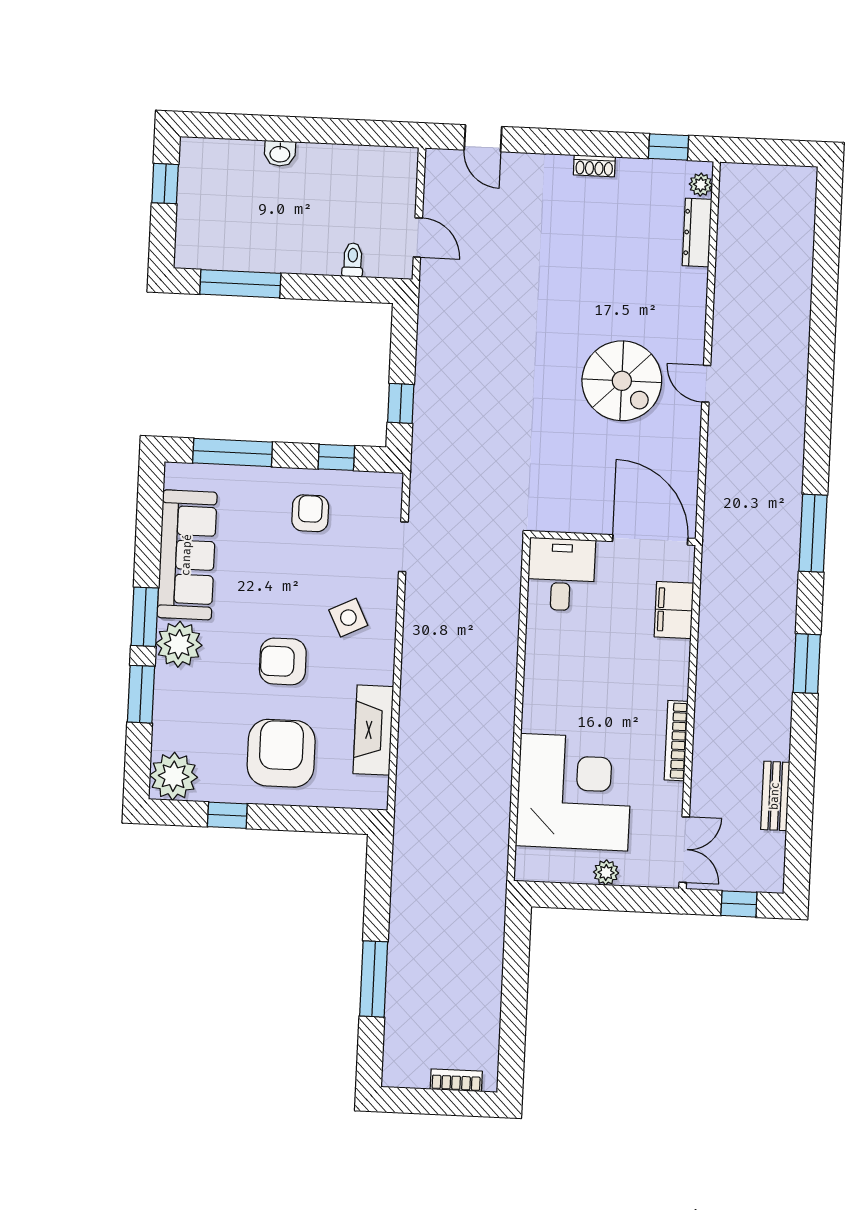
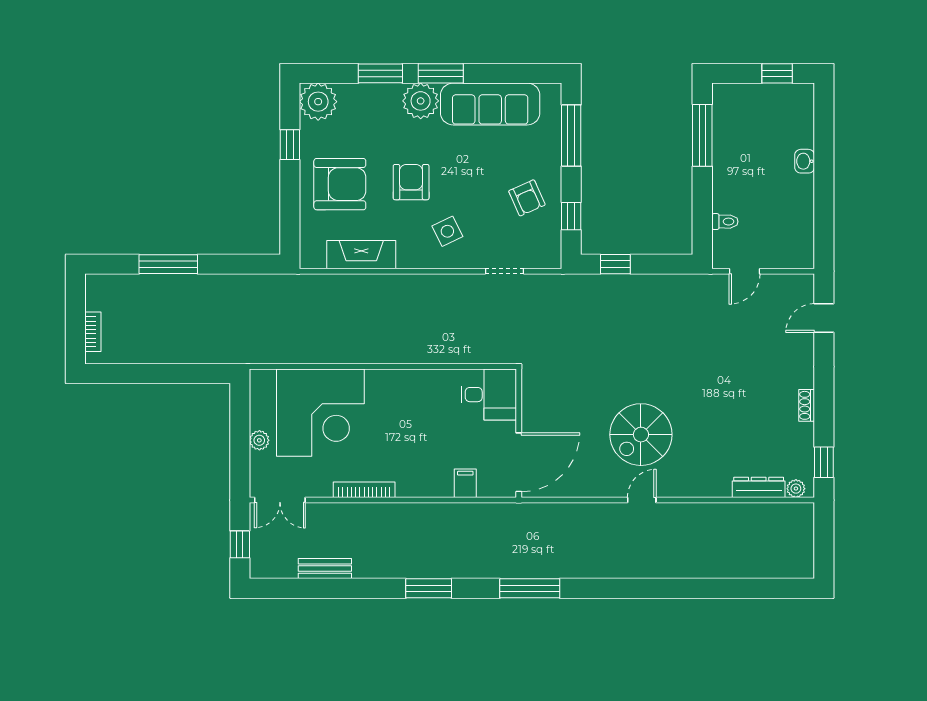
armchair: (310, 513) -> (527, 198), turned 66
filing cabinet: (674, 610) -> (465, 483), width x0.50

